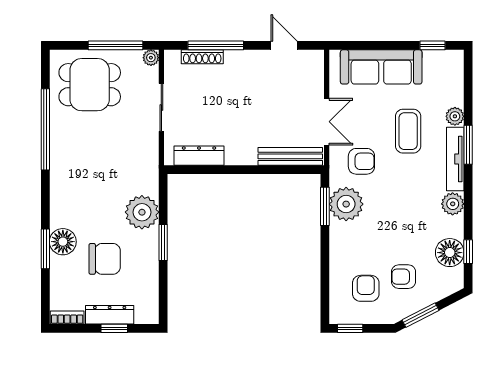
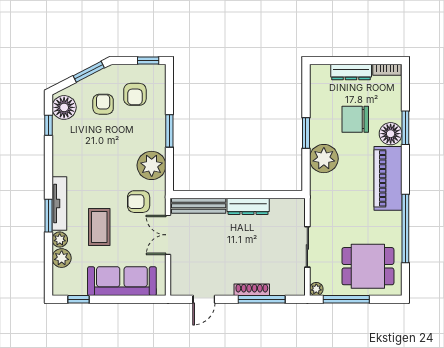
door: (284, 45) -> (204, 299), hinge flipped
shoe rack: (202, 57) -> (252, 290), moved
dresser: (199, 156) -> (248, 206), moved
piano: (66, 189) -> (388, 178), added
plant: (453, 204) -> (62, 258), moved
window: (325, 206) -> (169, 131), moved
floor lamp: (450, 253) -> (64, 107), moved
armchair: (404, 277) -> (103, 104), turned -90
window: (114, 328) -> (347, 60), removed

